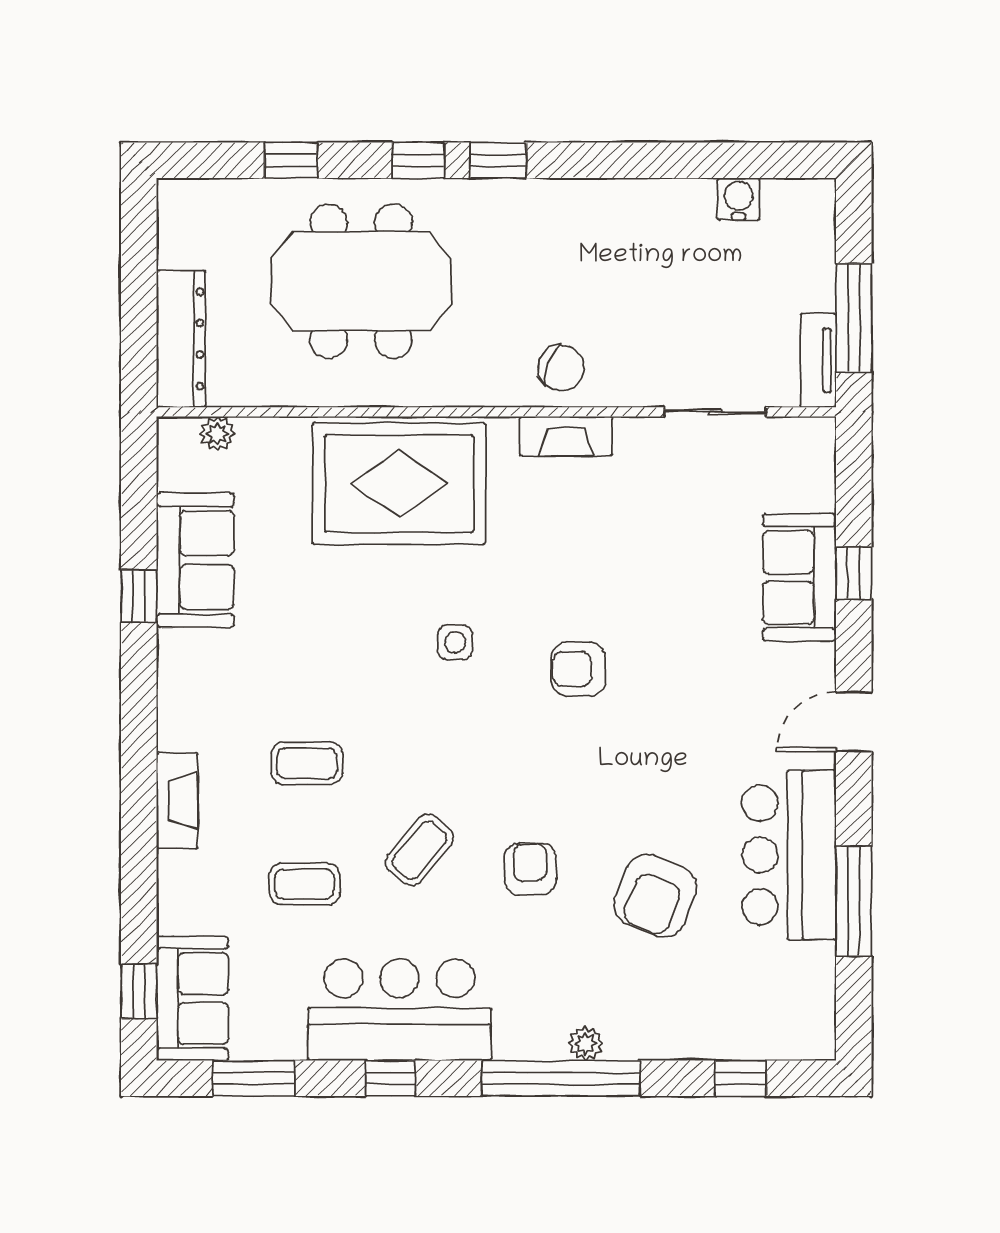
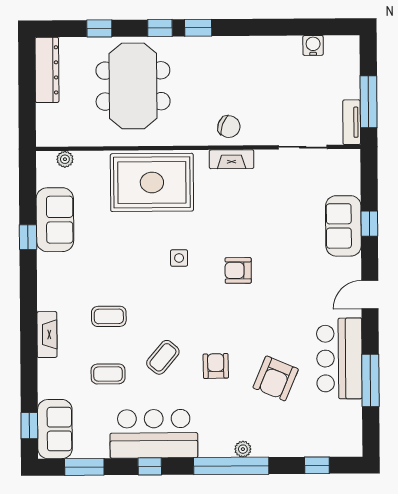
meeting table: (361, 281) -> (133, 86), turned 90
dresser: (181, 339) -> (47, 70), moved

